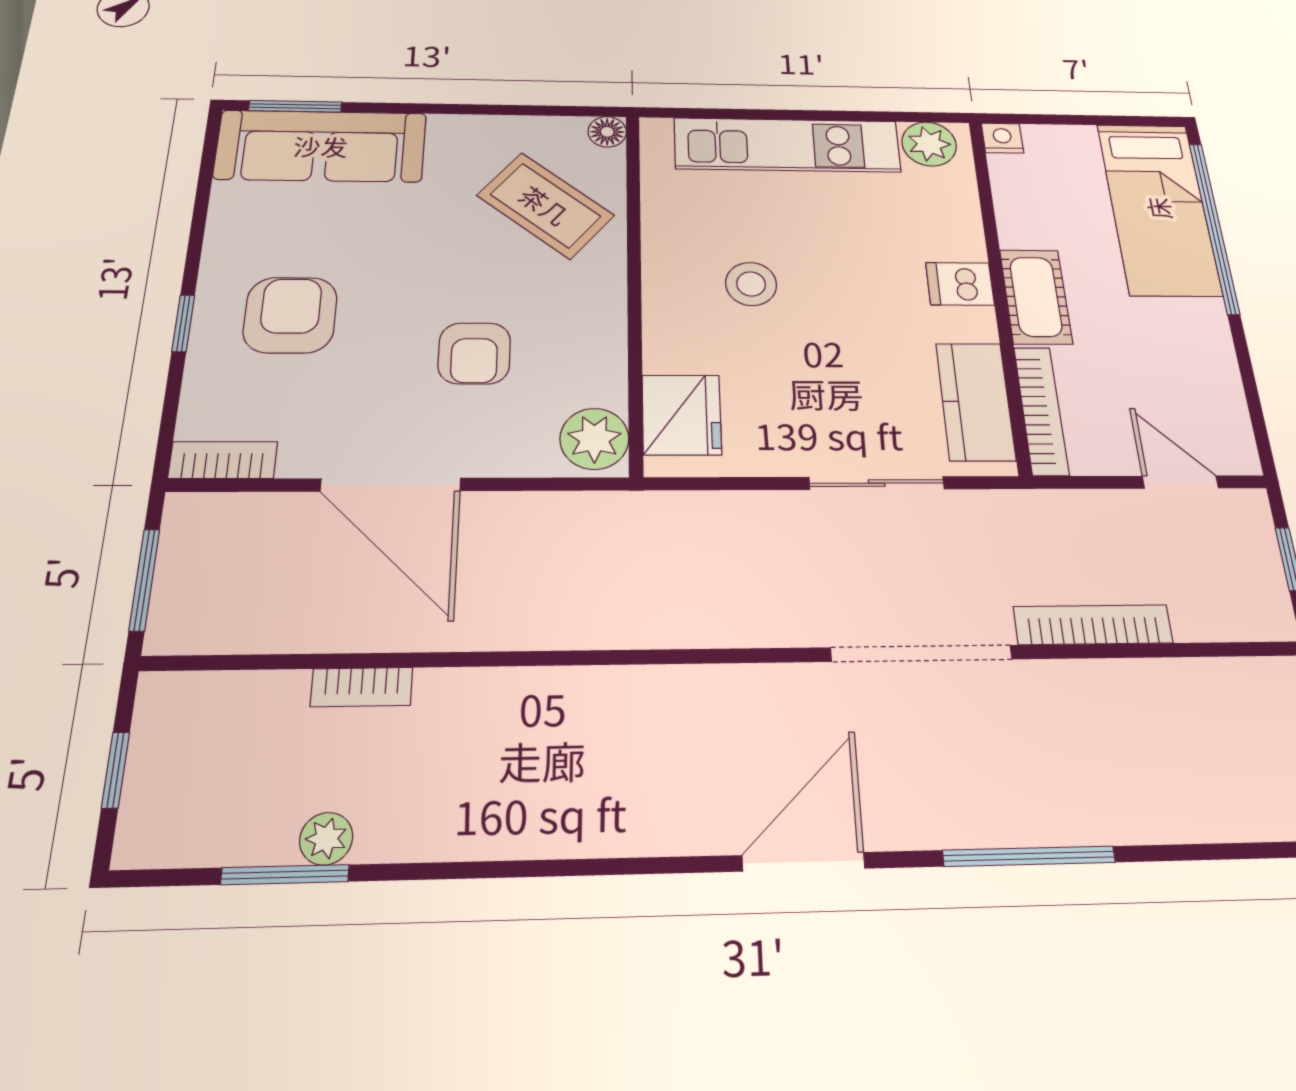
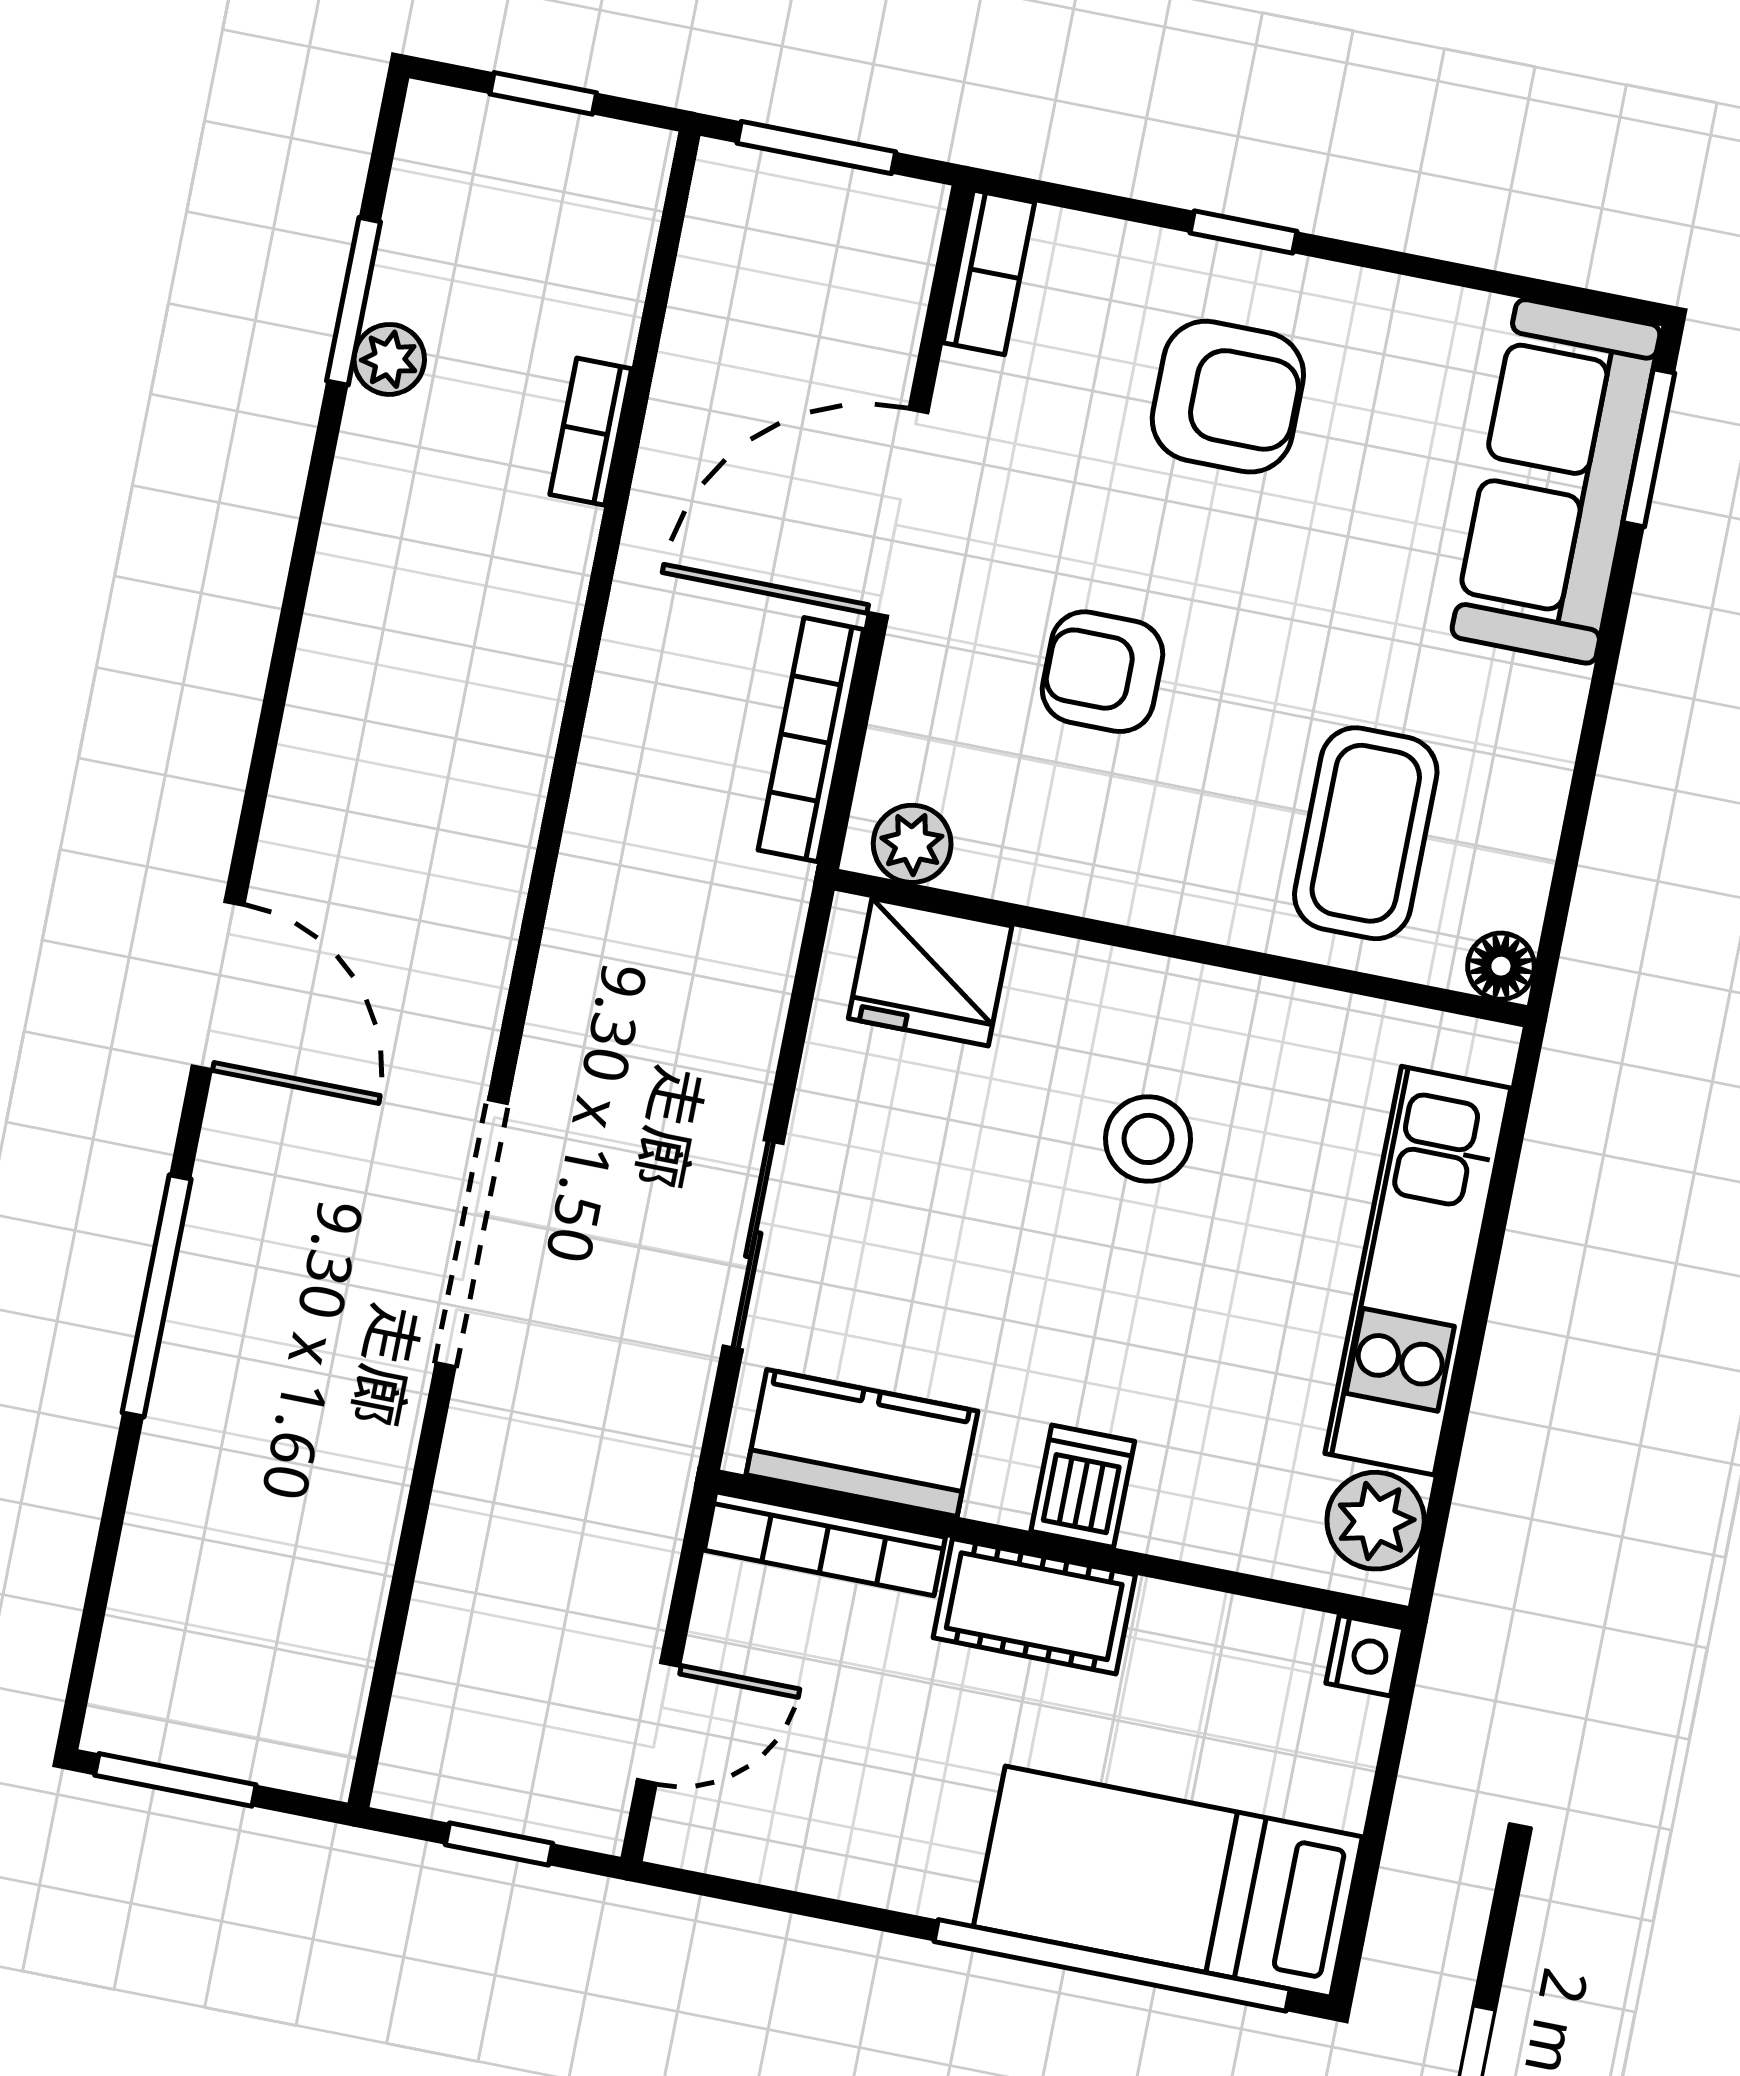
coffee table: (545, 205) -> (1366, 833), turned -39
plant: (594, 439) -> (912, 844), width x0.73, depth x0.73
bookcase: (1093, 625) -> (811, 740), moved, turned 180

